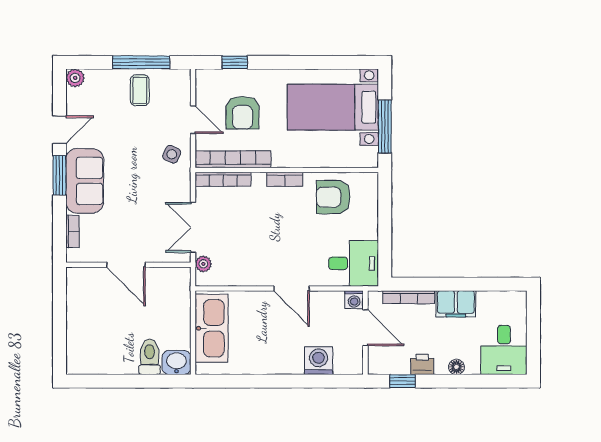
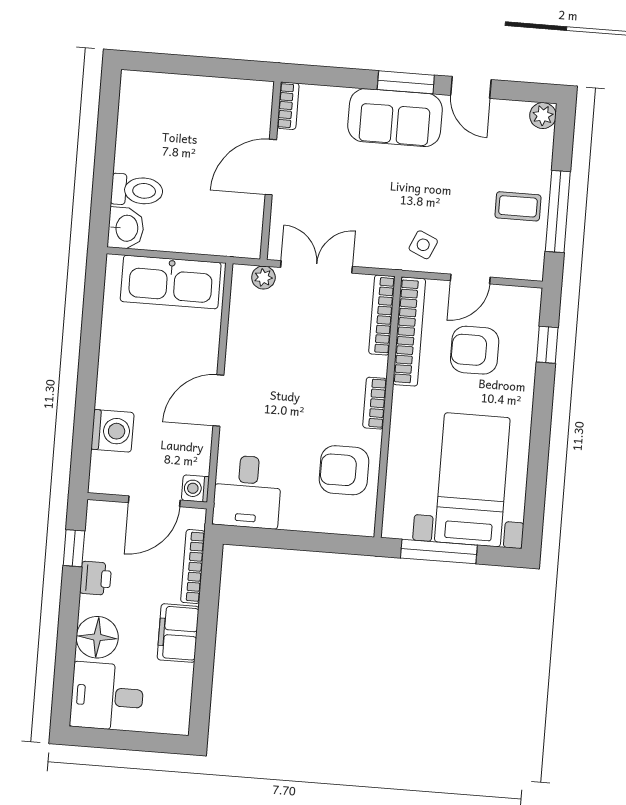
armchair: (333, 197) -> (344, 470), turned -90
bookcase: (72, 231) -> (288, 106), moved, turned -90
floor lamp: (456, 367) -> (97, 637), width x1.89, depth x1.89

